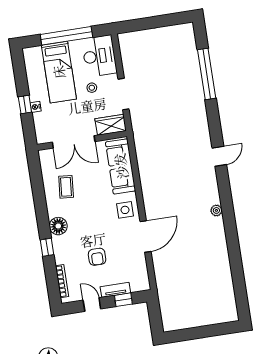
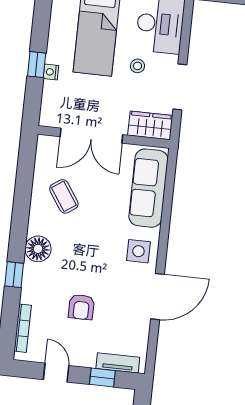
coffee table: (66, 187) -> (64, 196), turned -39
tv unit: (115, 290) -> (118, 363), moved

